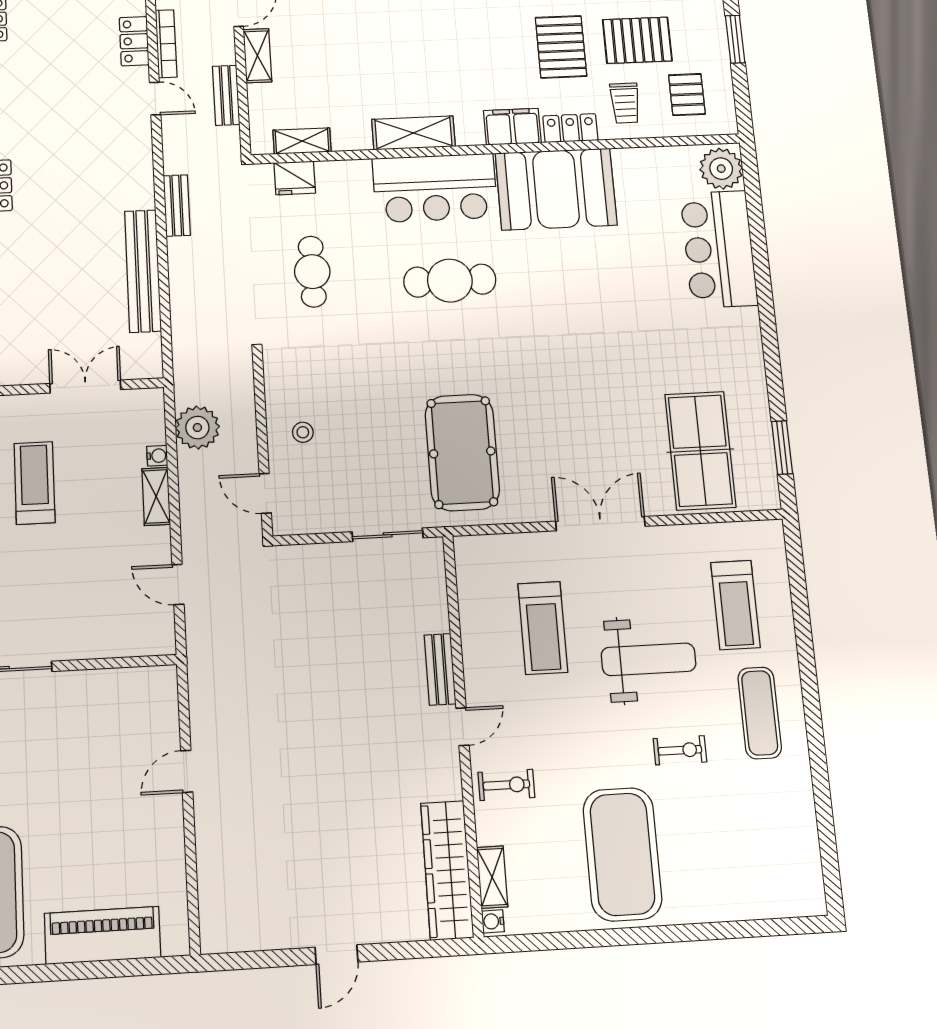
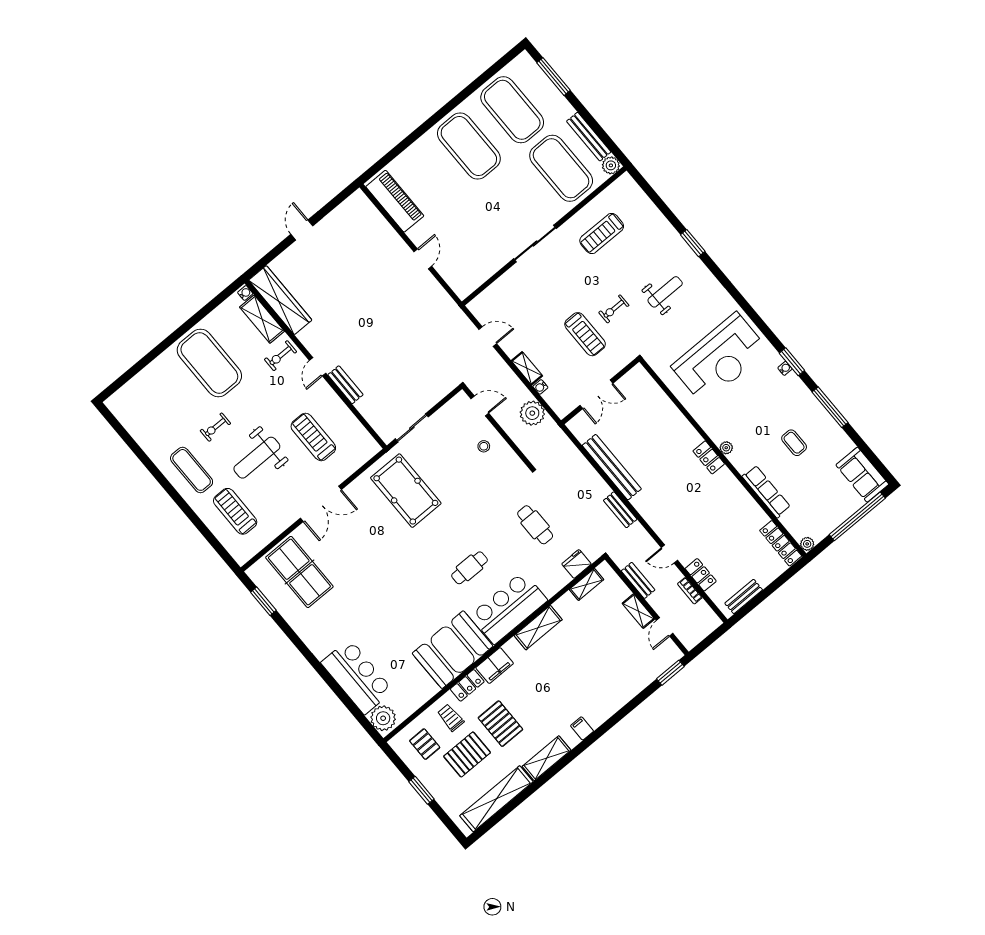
bookcase: (166, 44) -> (690, 591), width x0.64
cafe table: (450, 281) -> (469, 568), width x0.73, depth x0.74
shelving: (492, 877) -> (262, 319), width x1.50, depth x1.33
piano: (103, 935) -> (395, 201), moved, turned -90

